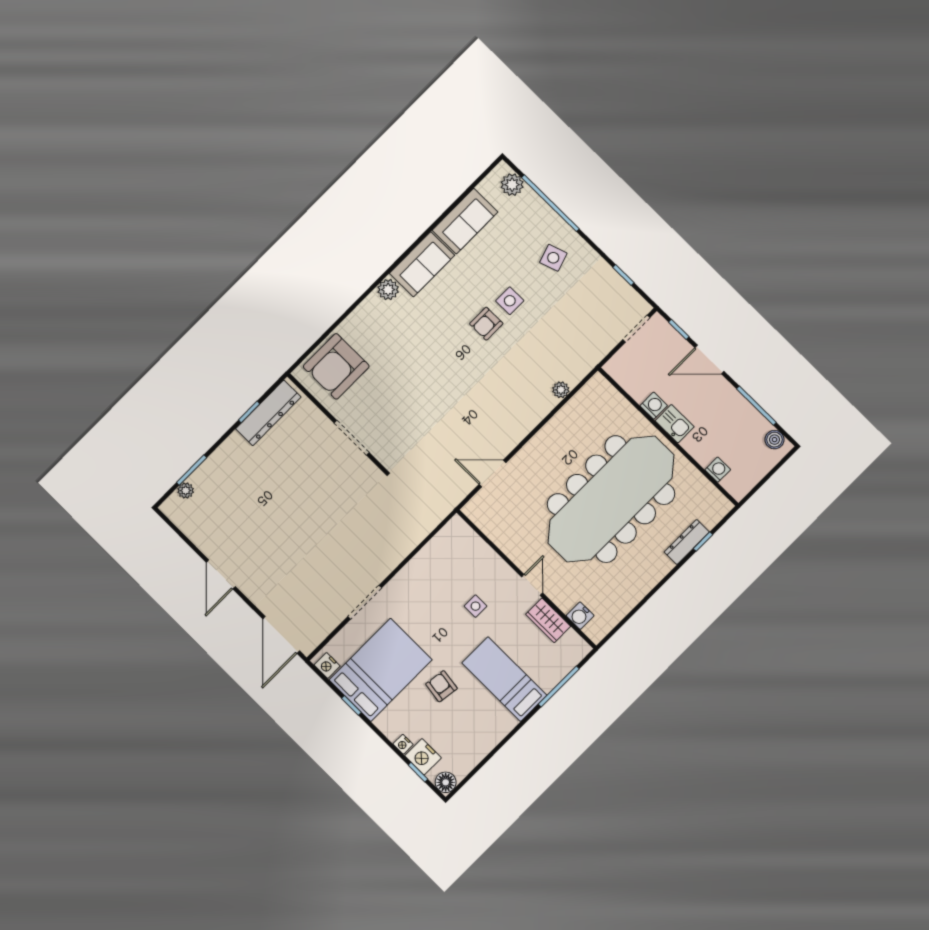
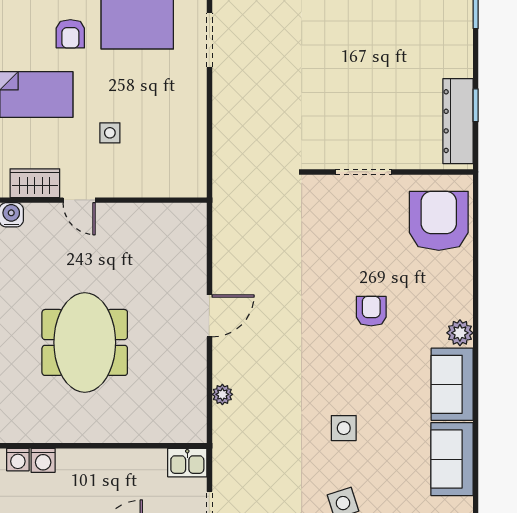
armchair: (486, 324) -> (371, 311), moved
washing machine: (654, 406) -> (43, 460), moved
kitchen sink: (675, 424) -> (187, 463), moved
door: (492, 474) -> (209, 316), moved
meeting table: (611, 499) -> (85, 342), width x0.54, depth x0.79
armchair: (441, 686) -> (70, 34), turned 82

